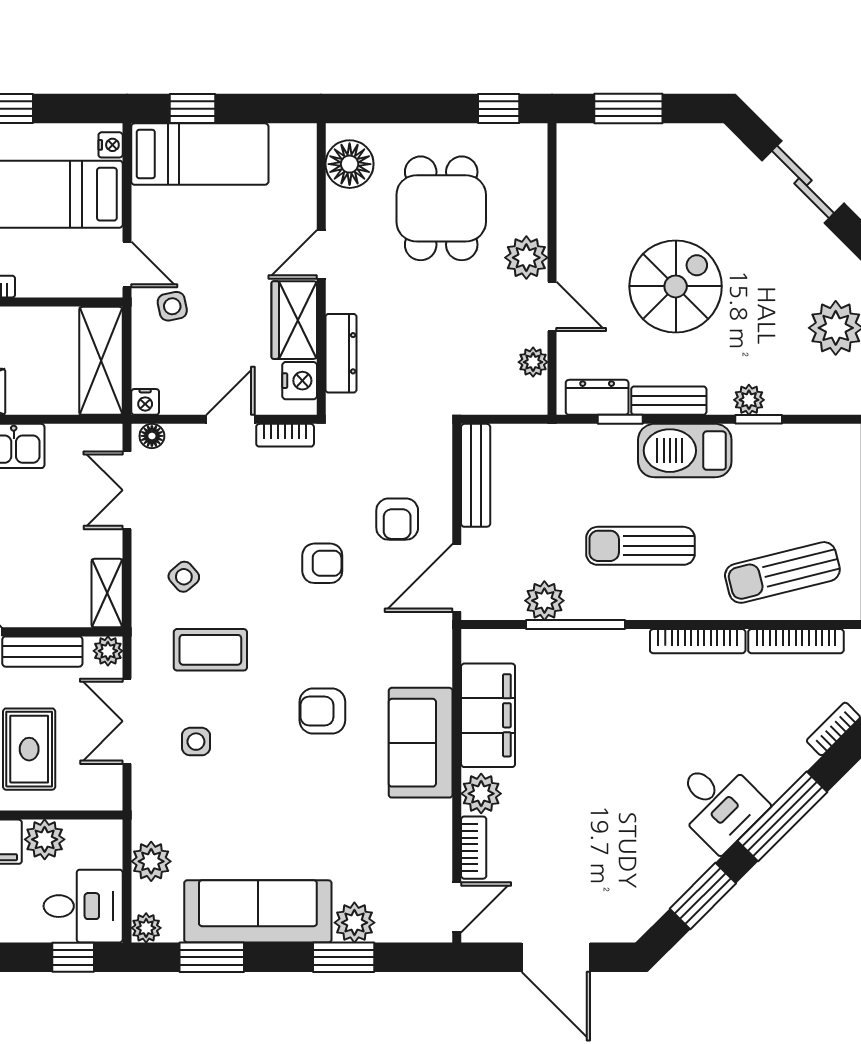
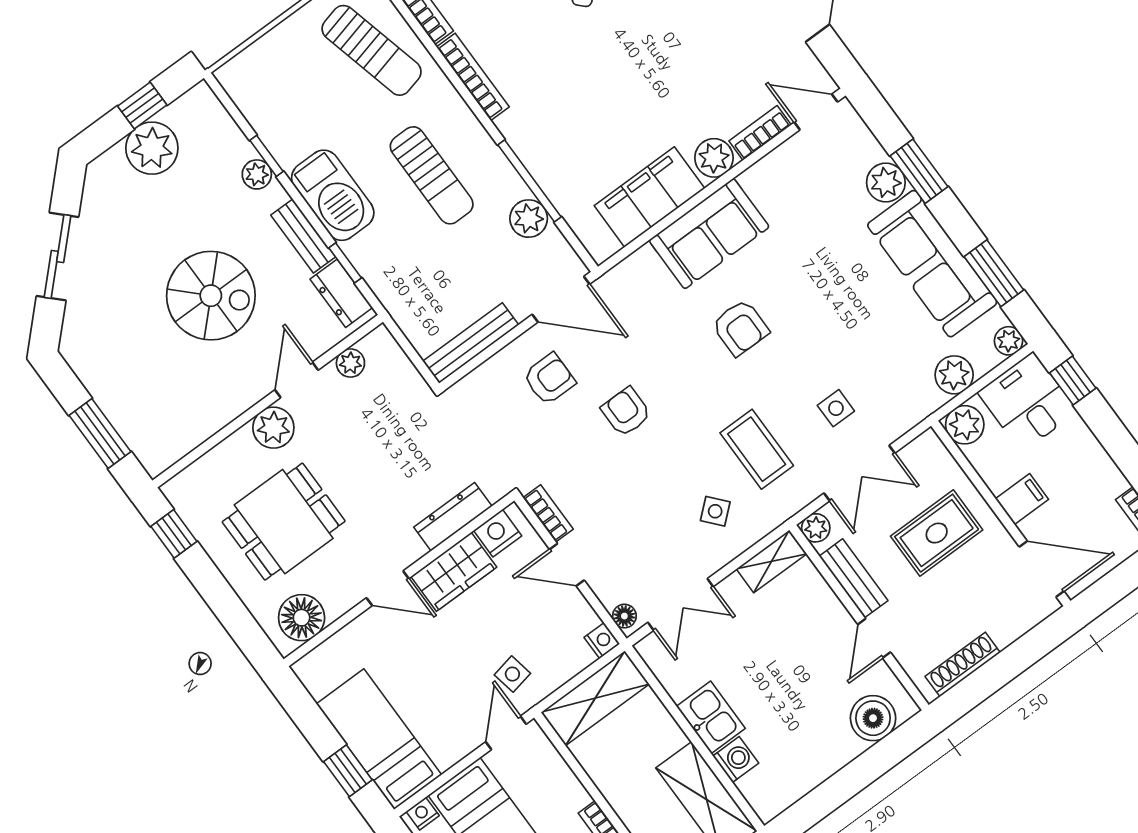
spiral stairs: (676, 286) -> (211, 296), turned 180
plant: (45, 839) -> (965, 425), moved

